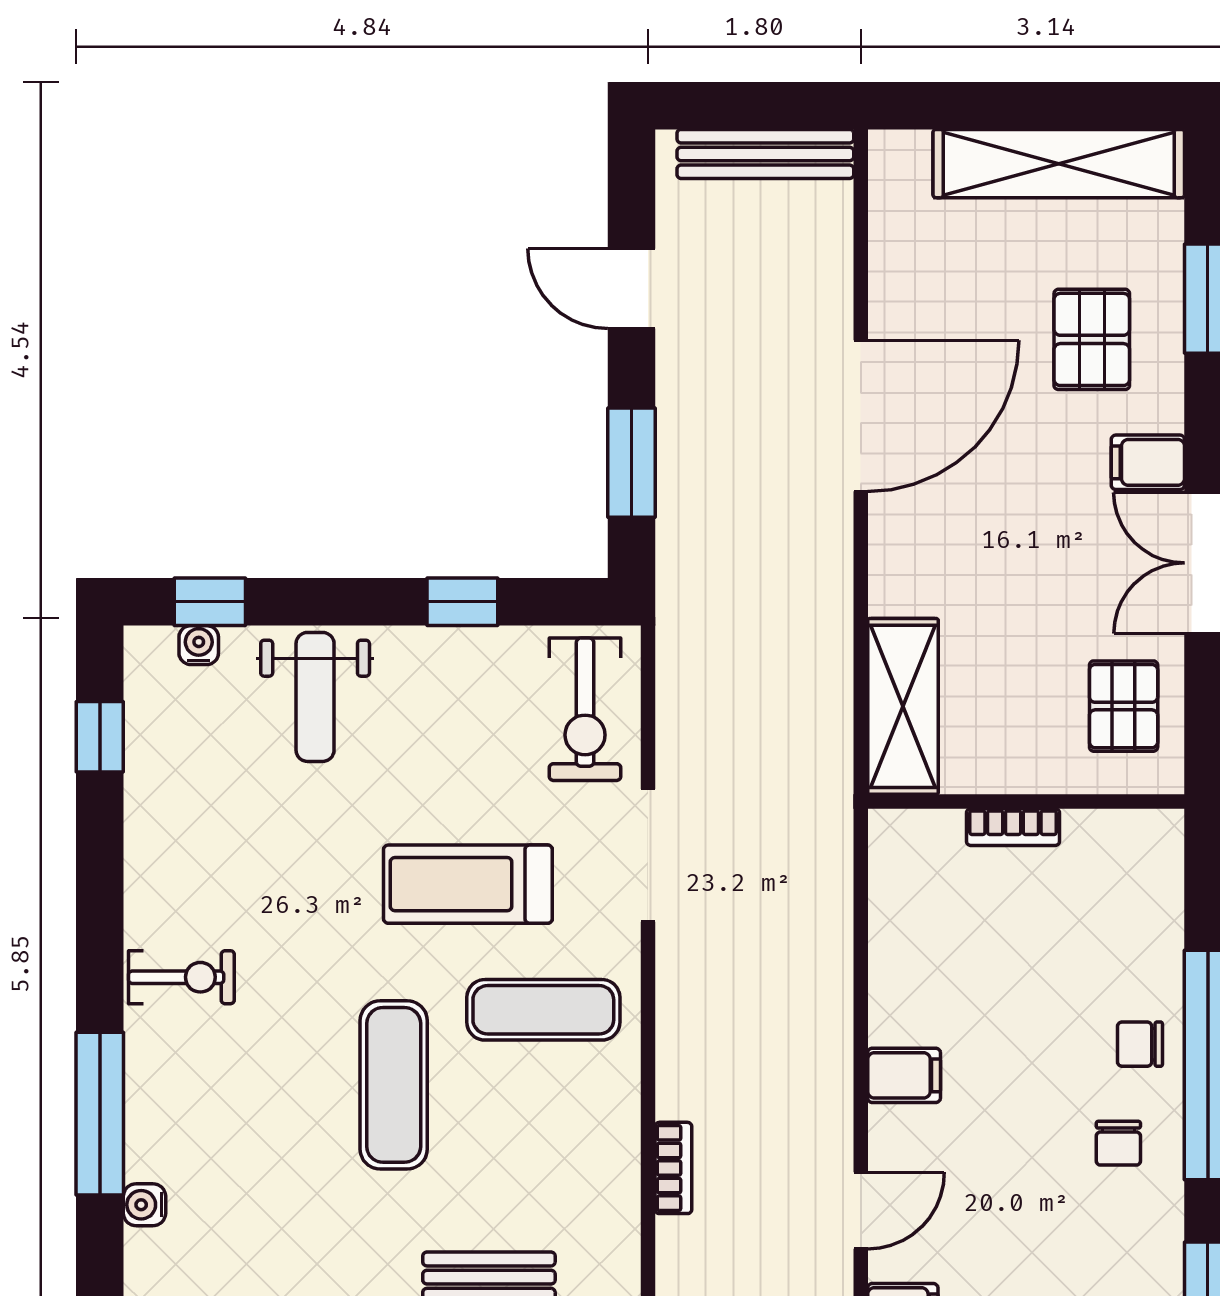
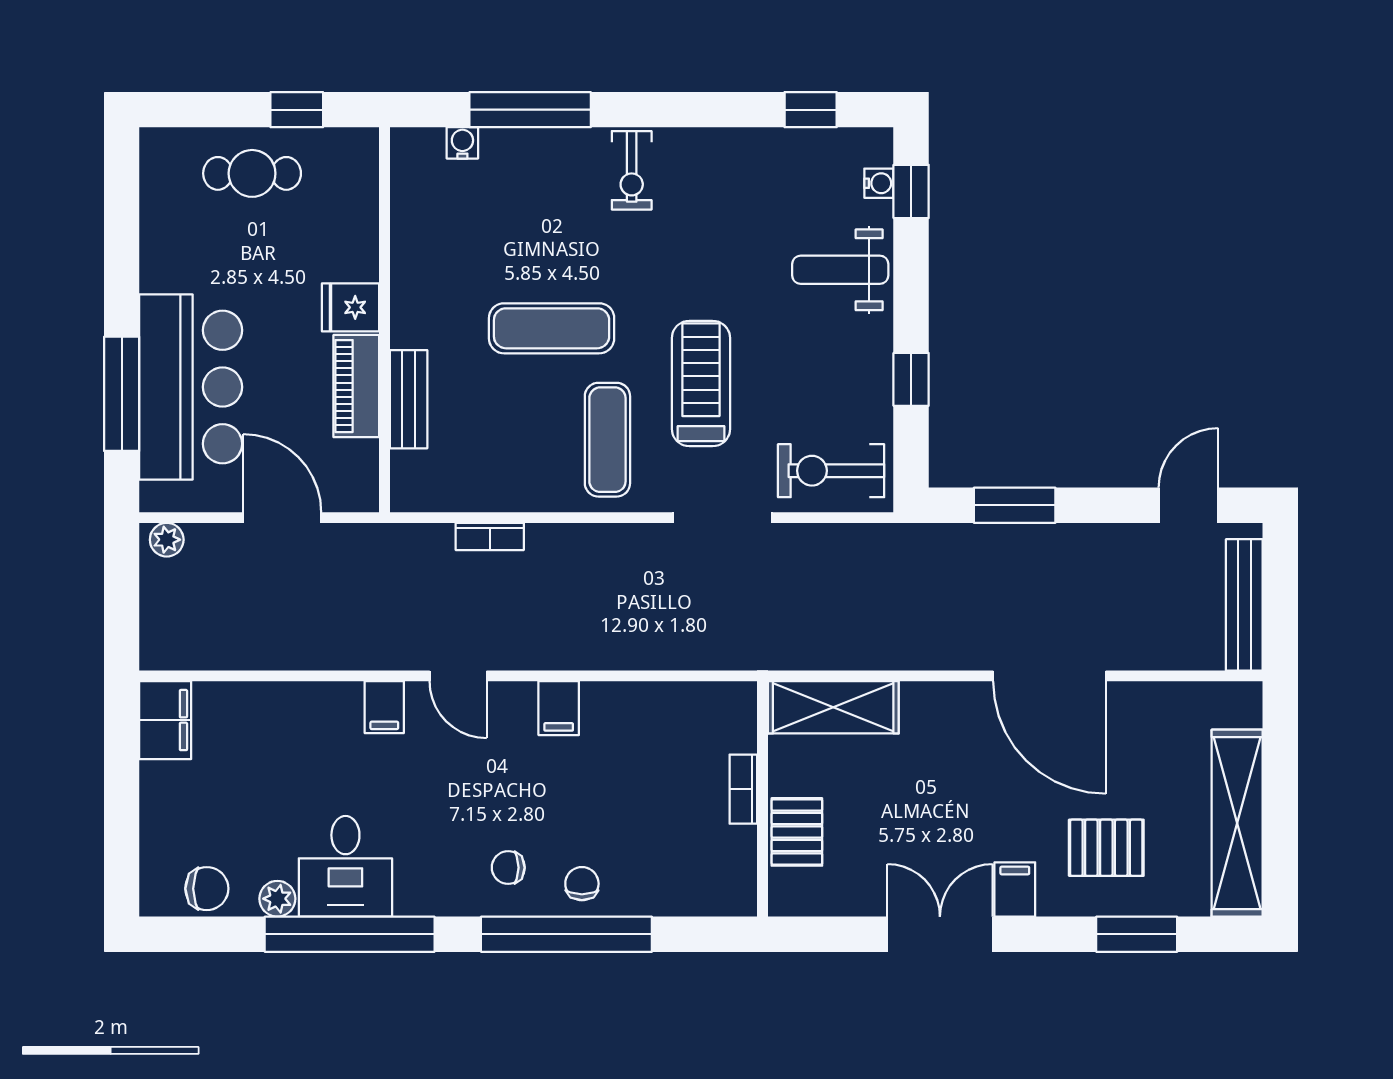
door: (631, 289) -> (1188, 505), moved
pallet: (1124, 706) -> (797, 832), moved, turned 90

